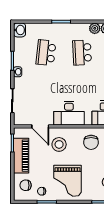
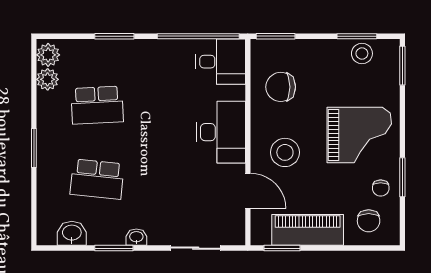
washbasin: (19, 30) -> (72, 233), moved
door: (40, 126) -> (248, 191), hinge flipped
chair: (91, 142) -> (281, 87), turned 180

